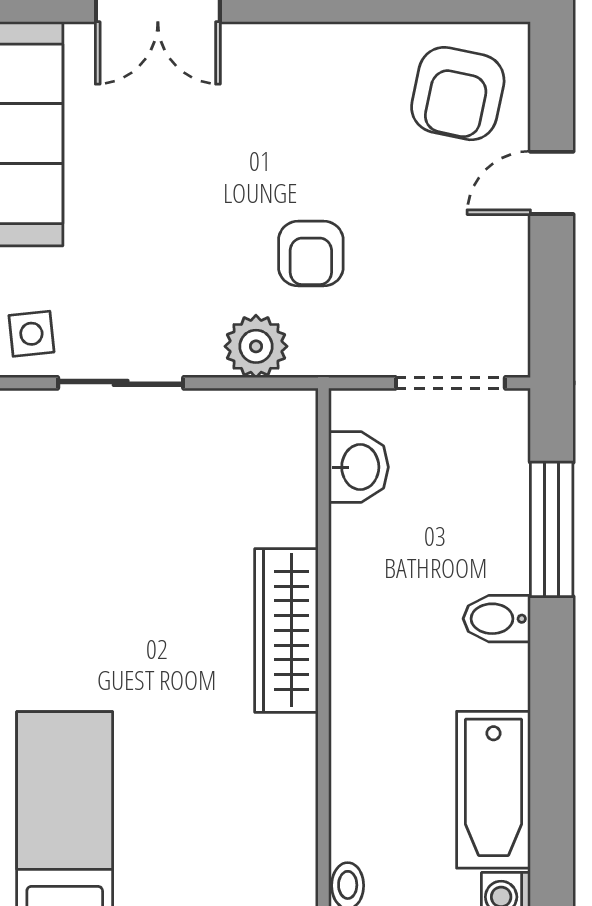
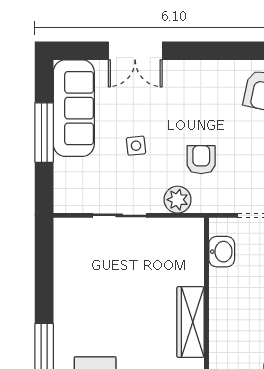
armchair: (311, 254) -> (201, 160), turned 180
side table: (31, 334) -> (136, 146), moved

